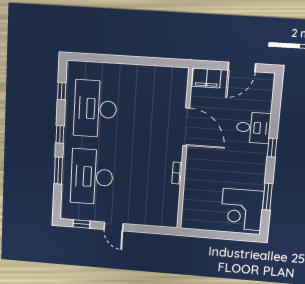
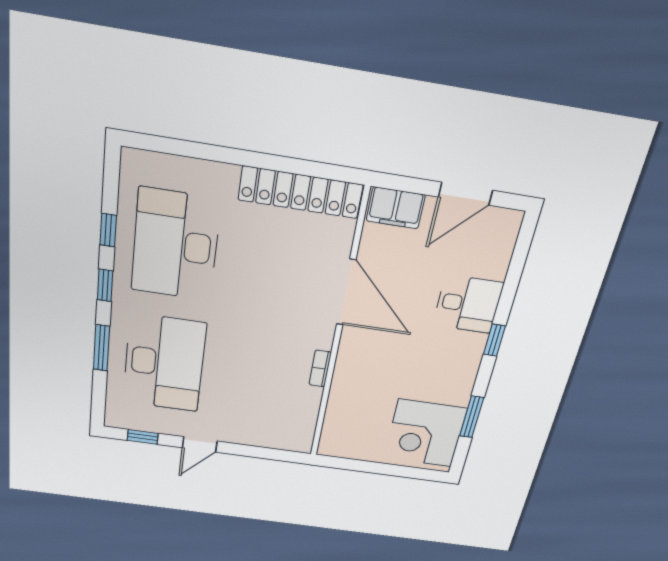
locker: (157, 75) -> (301, 192), added
window: (62, 91) -> (108, 230), moved
desk: (92, 177) -> (164, 363), turned 180
door: (114, 227) -> (200, 444), hinge flipped

